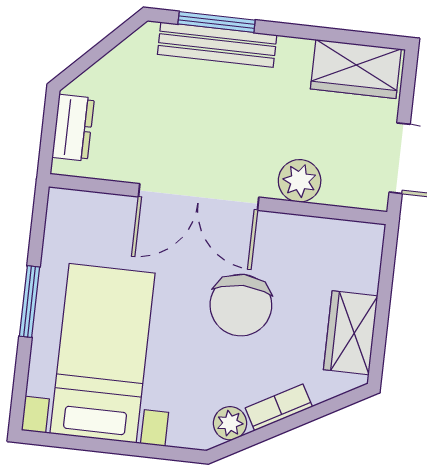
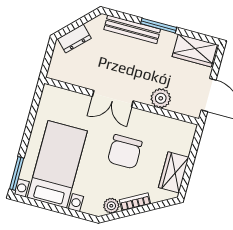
window: (217, 22) -> (159, 26), moved
dresser: (73, 128) -> (74, 38), moved, turned 45
double door: (199, 197) -> (113, 99), width x0.73
window: (30, 302) -> (17, 174), moved

